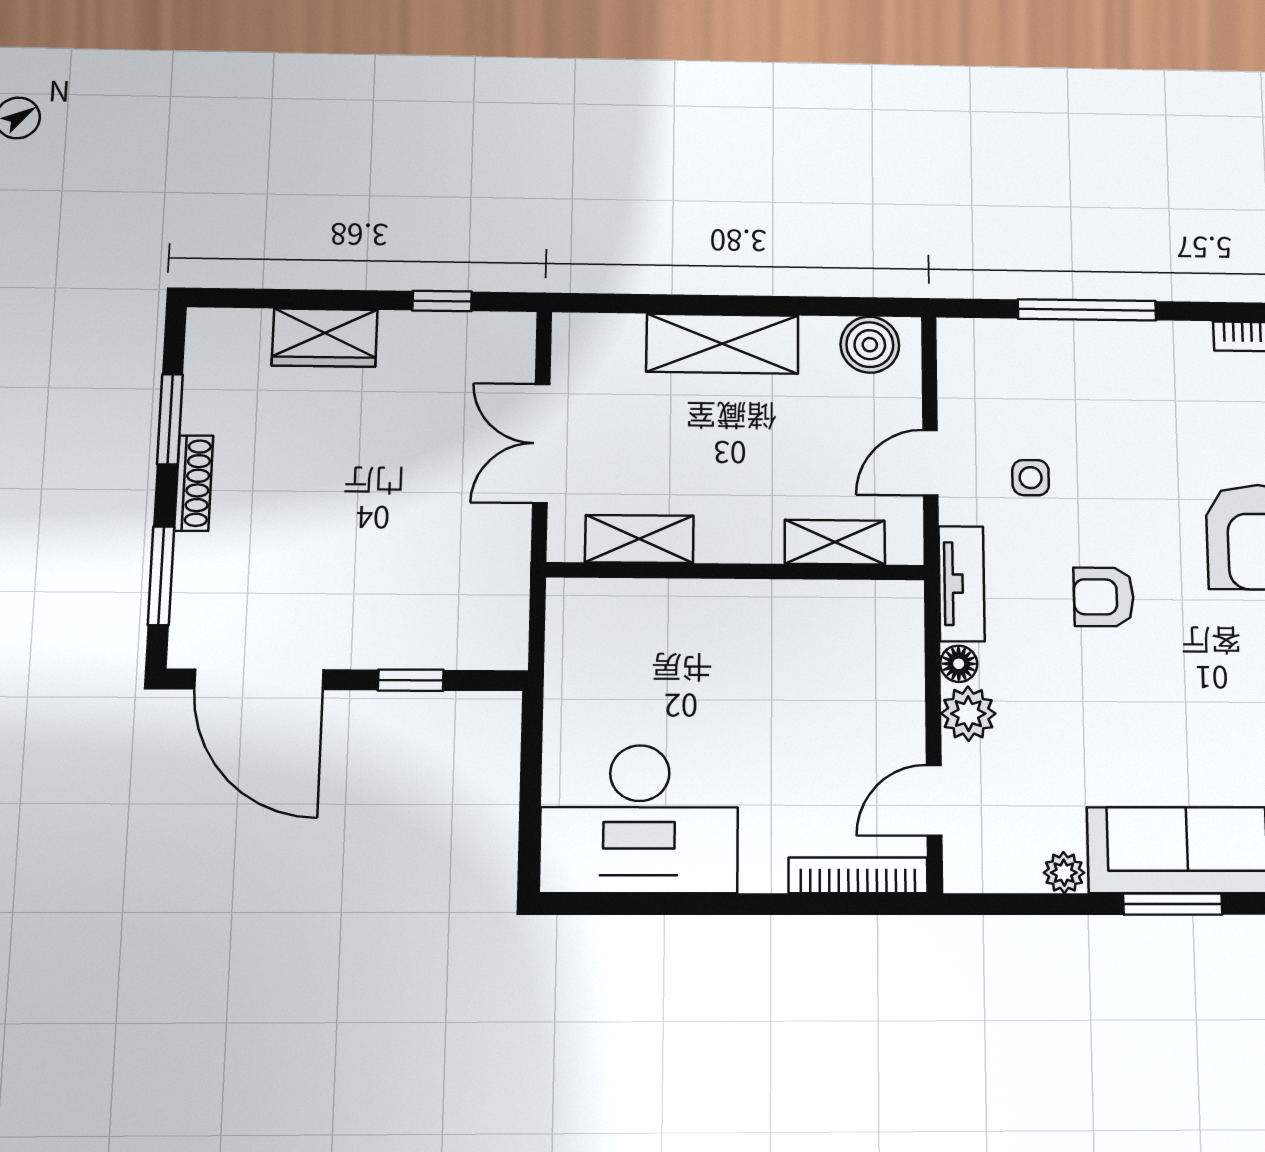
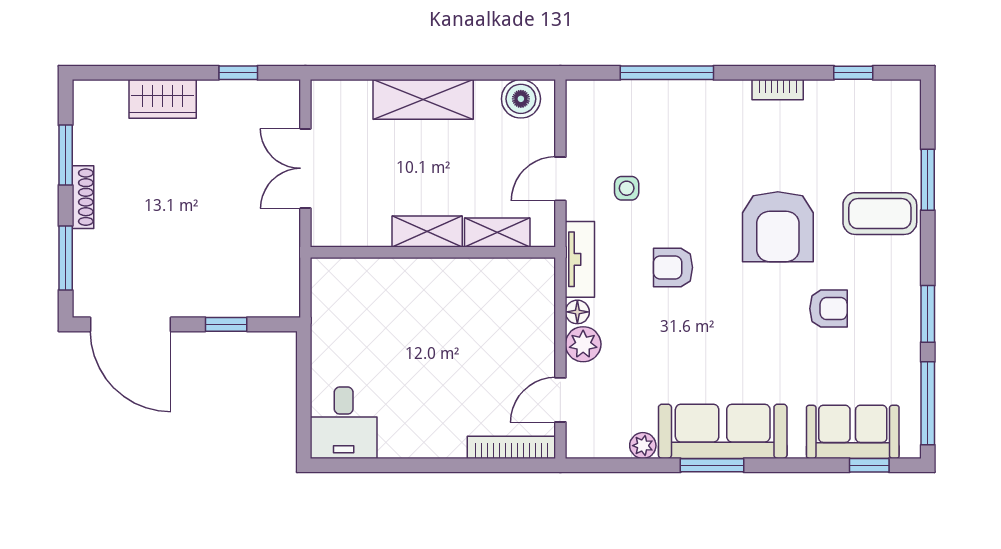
shelving: (639, 539) -> (427, 231), moved
desk: (639, 819) -> (344, 423), width x0.53, depth x0.77

